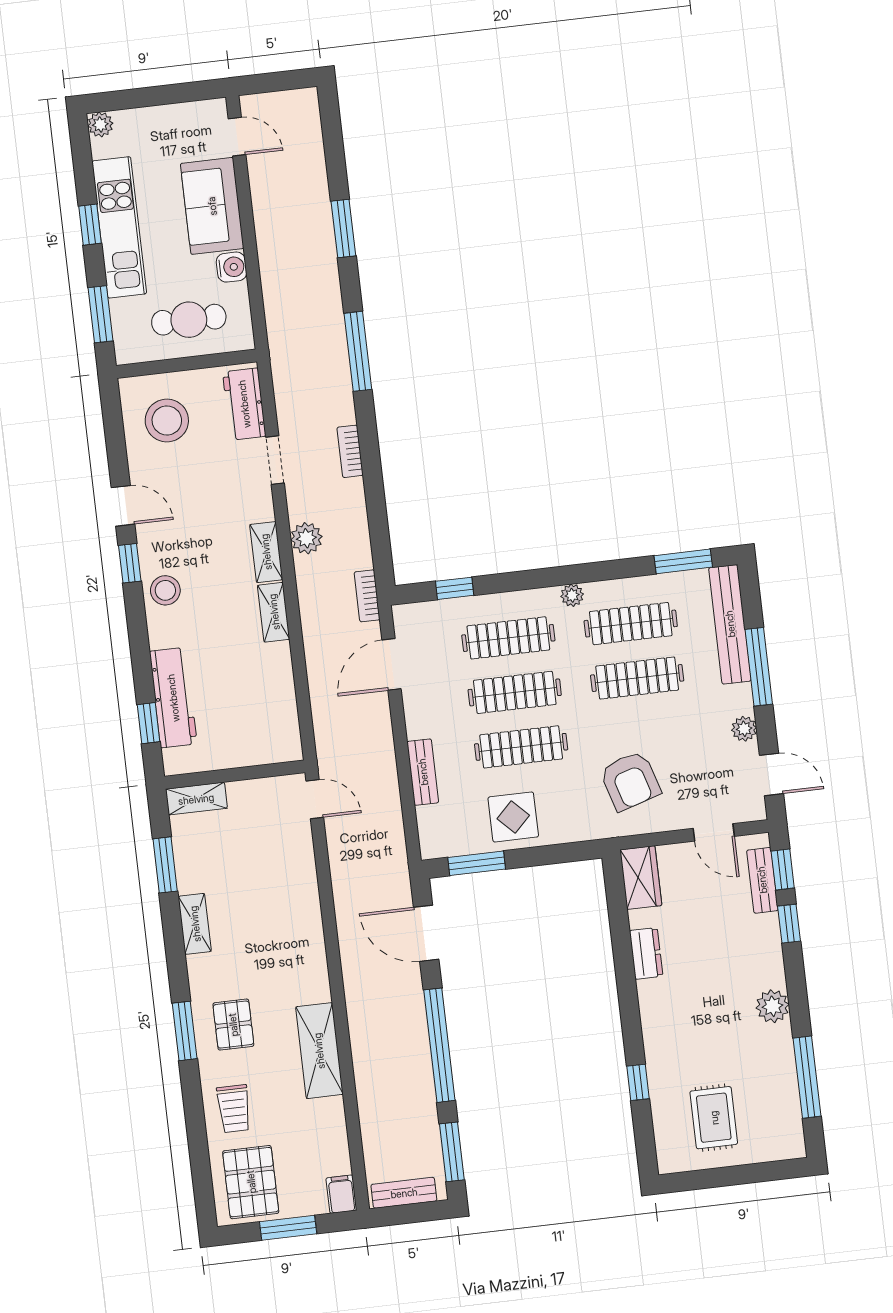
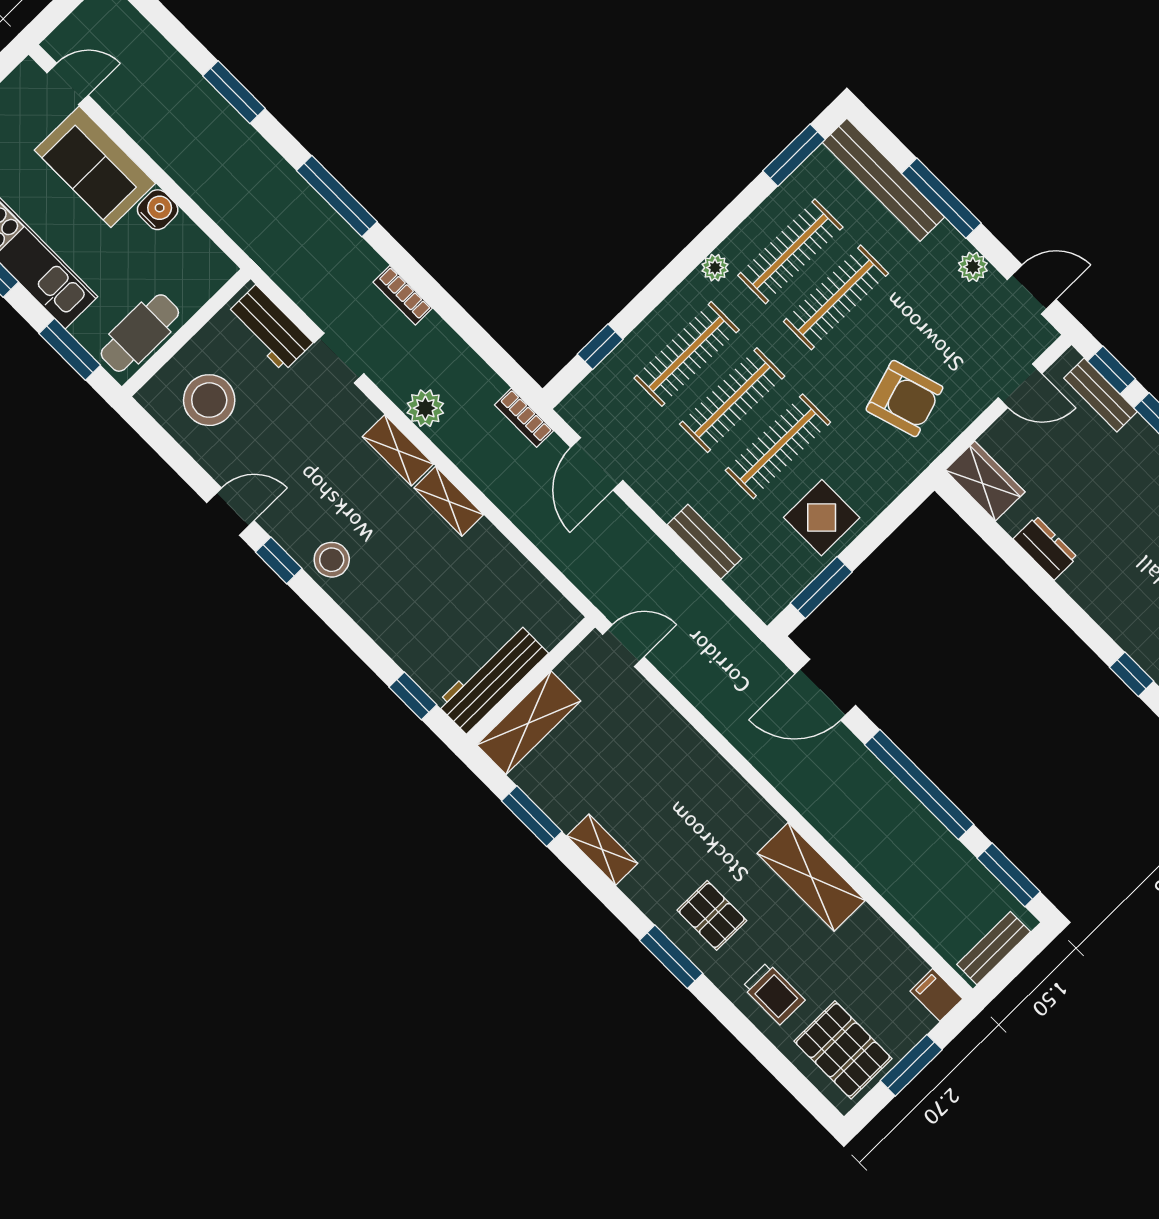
cafe table: (189, 320) -> (140, 333), moved
workbench: (173, 698) -> (492, 678), moved, turned -90
shelving: (196, 799) -> (529, 723), width x1.50, depth x1.33

